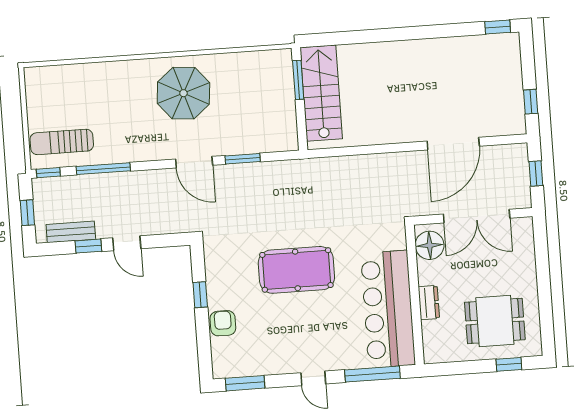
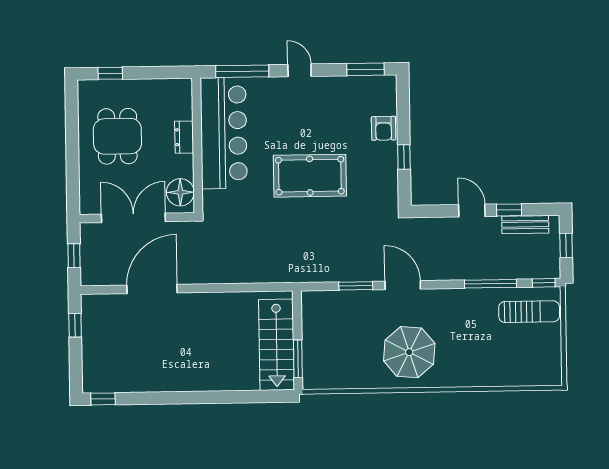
dining table: (495, 321) -> (117, 136), moved, turned 90

